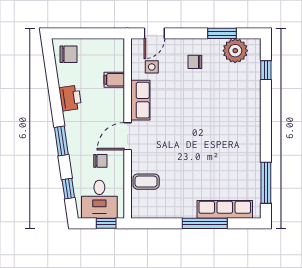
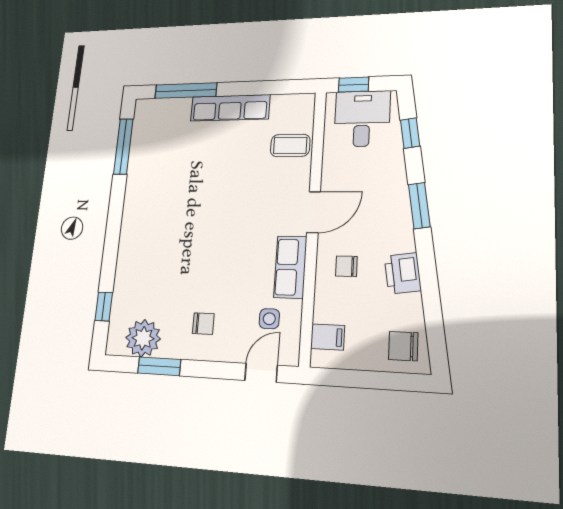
filing cabinet: (114, 80) -> (328, 337), moved
chair: (100, 161) -> (346, 266), moved
row of seats: (225, 209) -> (230, 108), moved
window: (205, 223) -> (186, 91), moved

